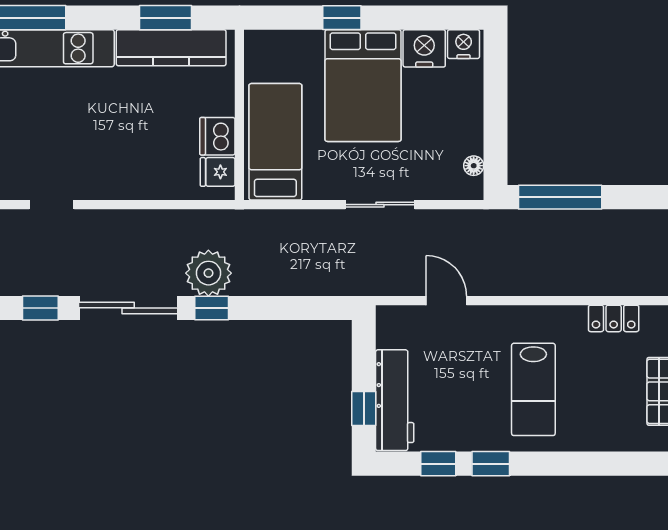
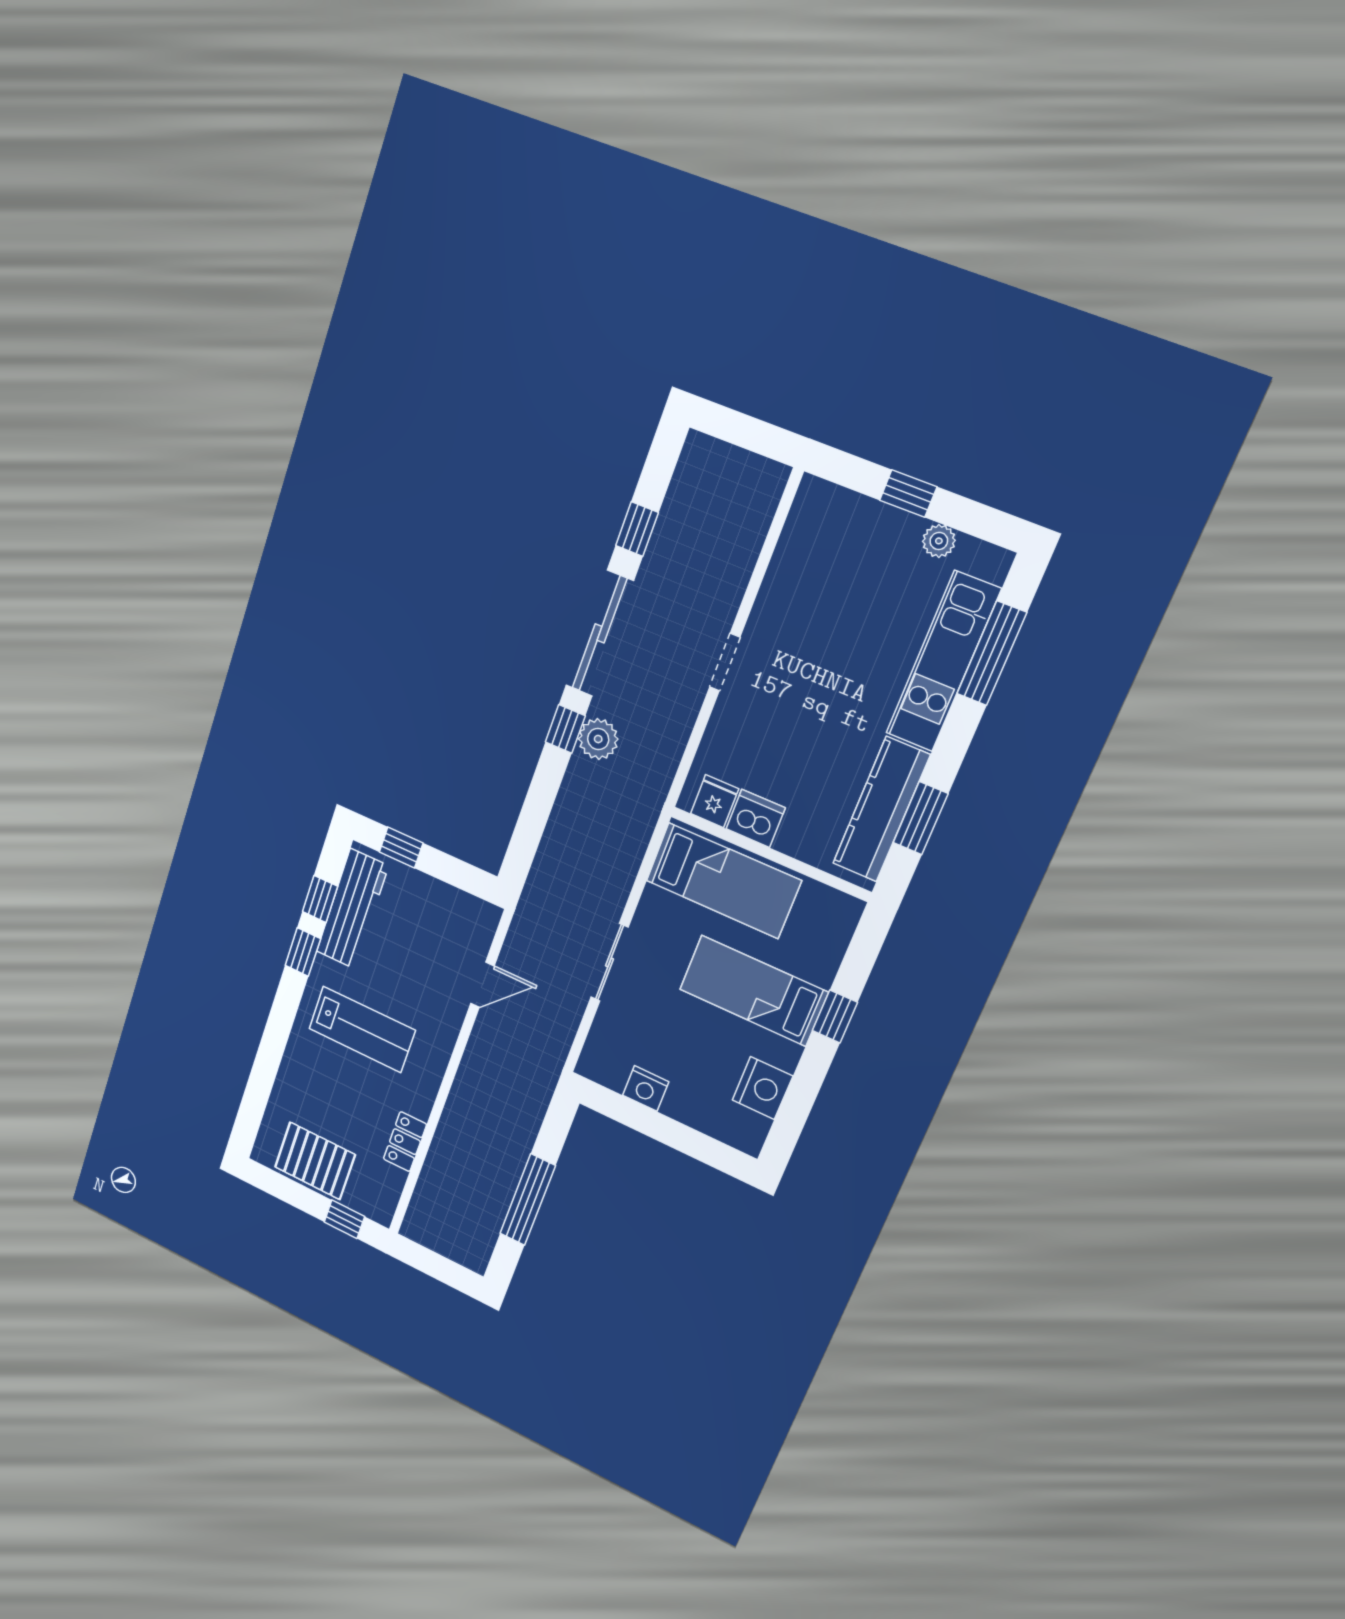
nightstand: (464, 44) -> (646, 1088), moved, turned 90
bed: (363, 86) -> (754, 991), width x0.67
floor lamp: (474, 166) -> (614, 1079), removed
window: (560, 197) -> (528, 1200), moved
doorway: (52, 205) -> (725, 662), moved
plant: (208, 273) -> (598, 739), width x0.73, depth x0.73
lab bench: (533, 389) -> (362, 1029), turned 180
workbench: (395, 400) -> (352, 909), moved, turned -90

